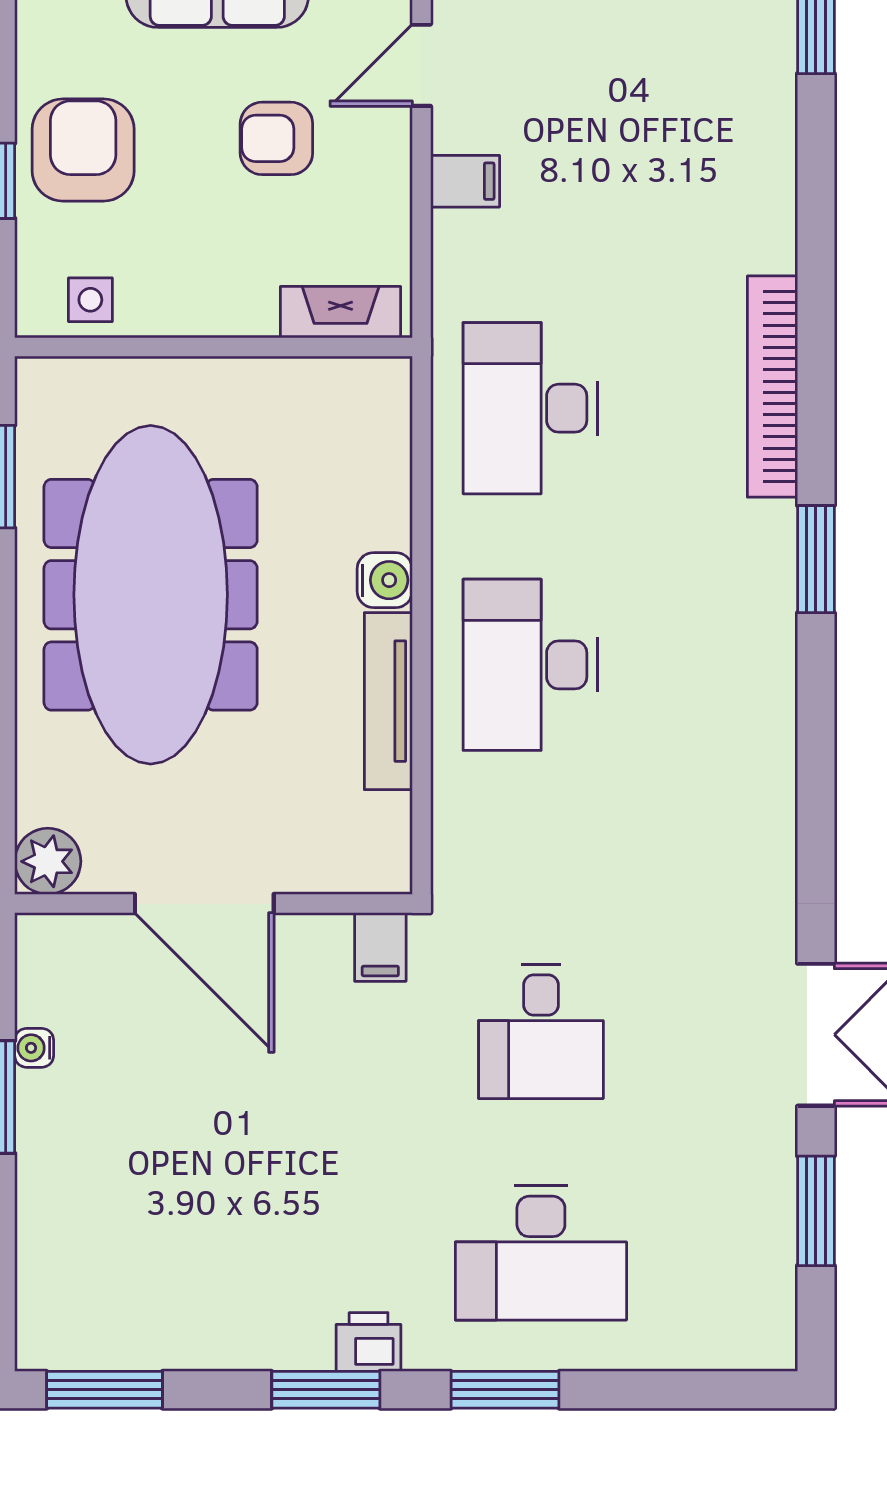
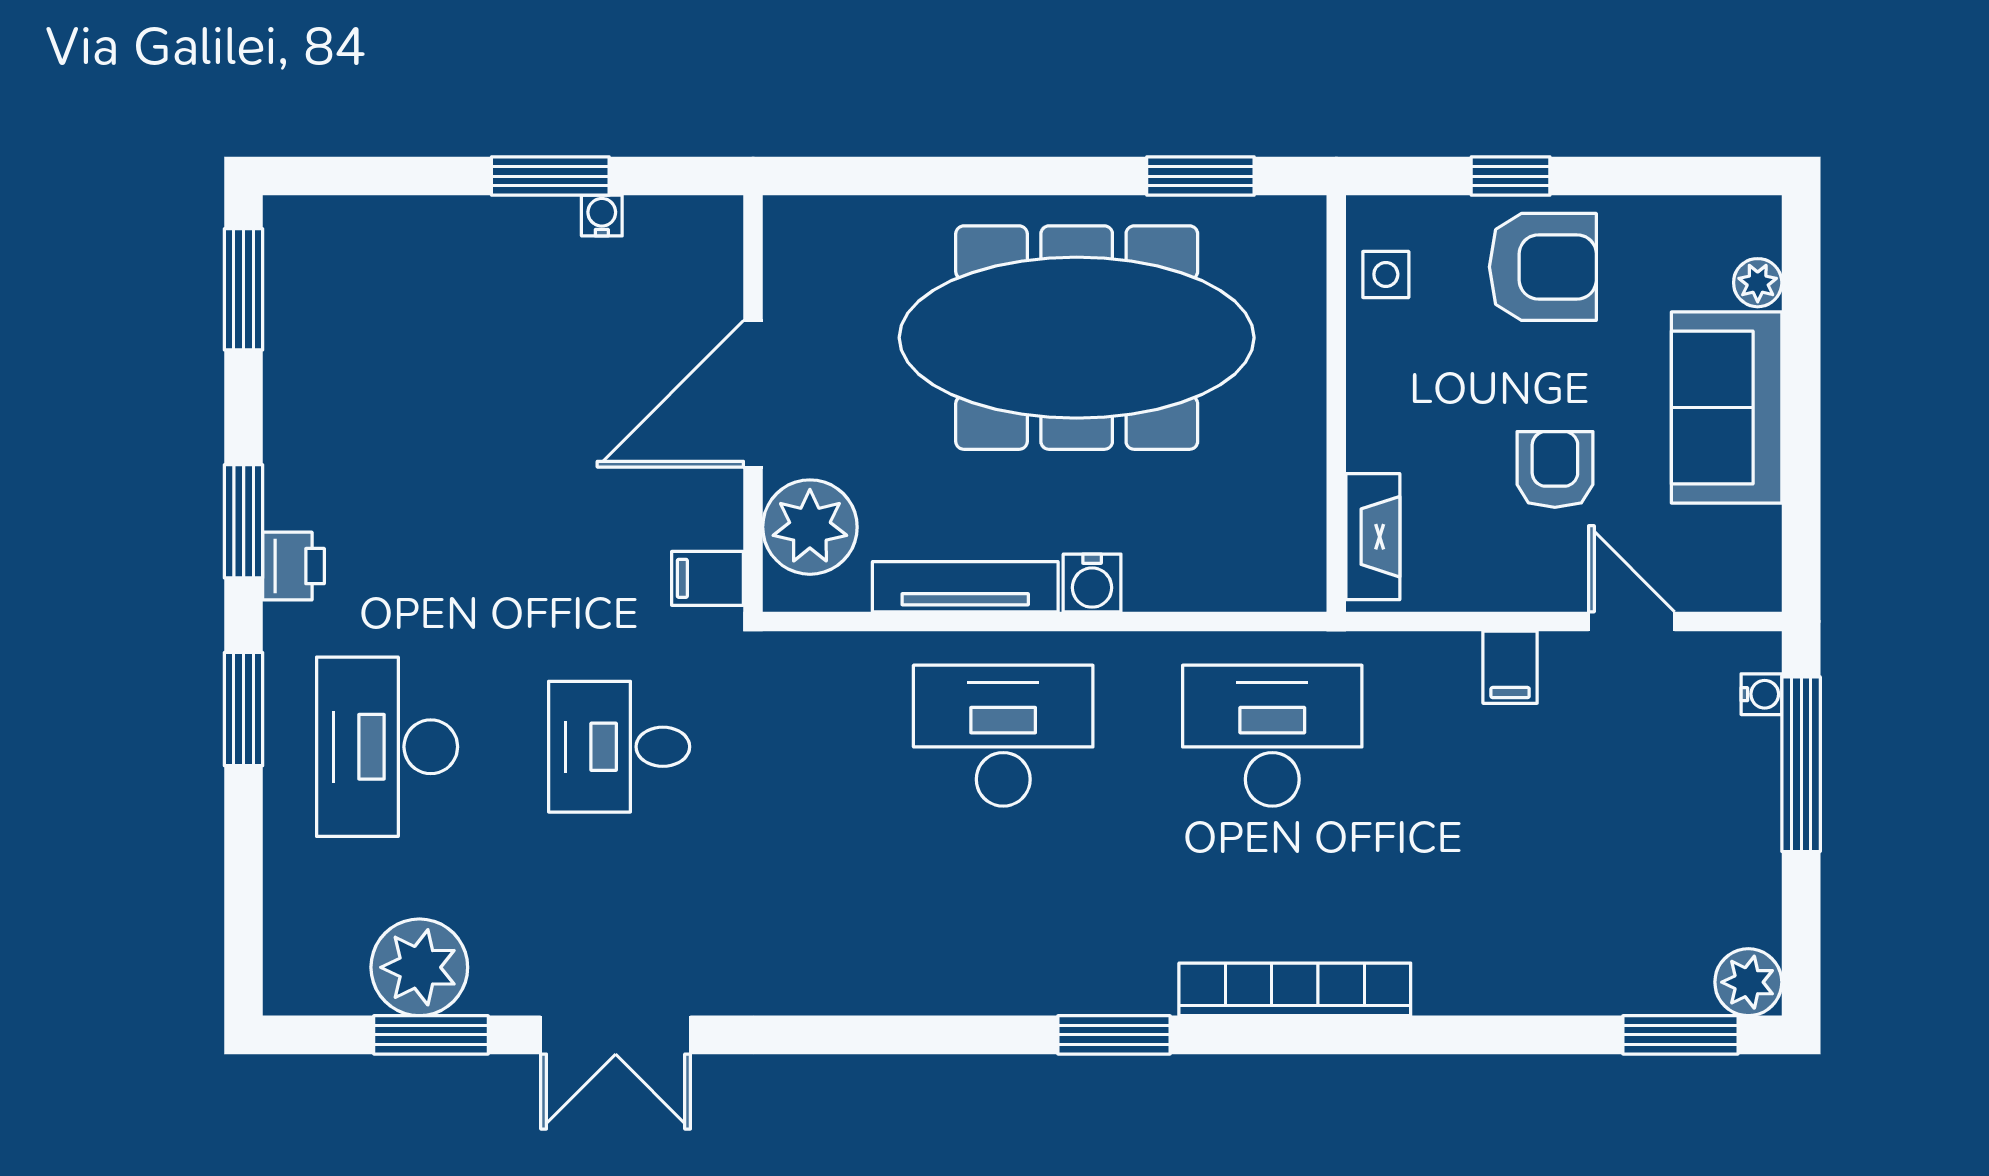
plant: (48, 861) -> (810, 527), moved, width x1.36, depth x1.36
plant: (751, 1222) -> (419, 967), added

